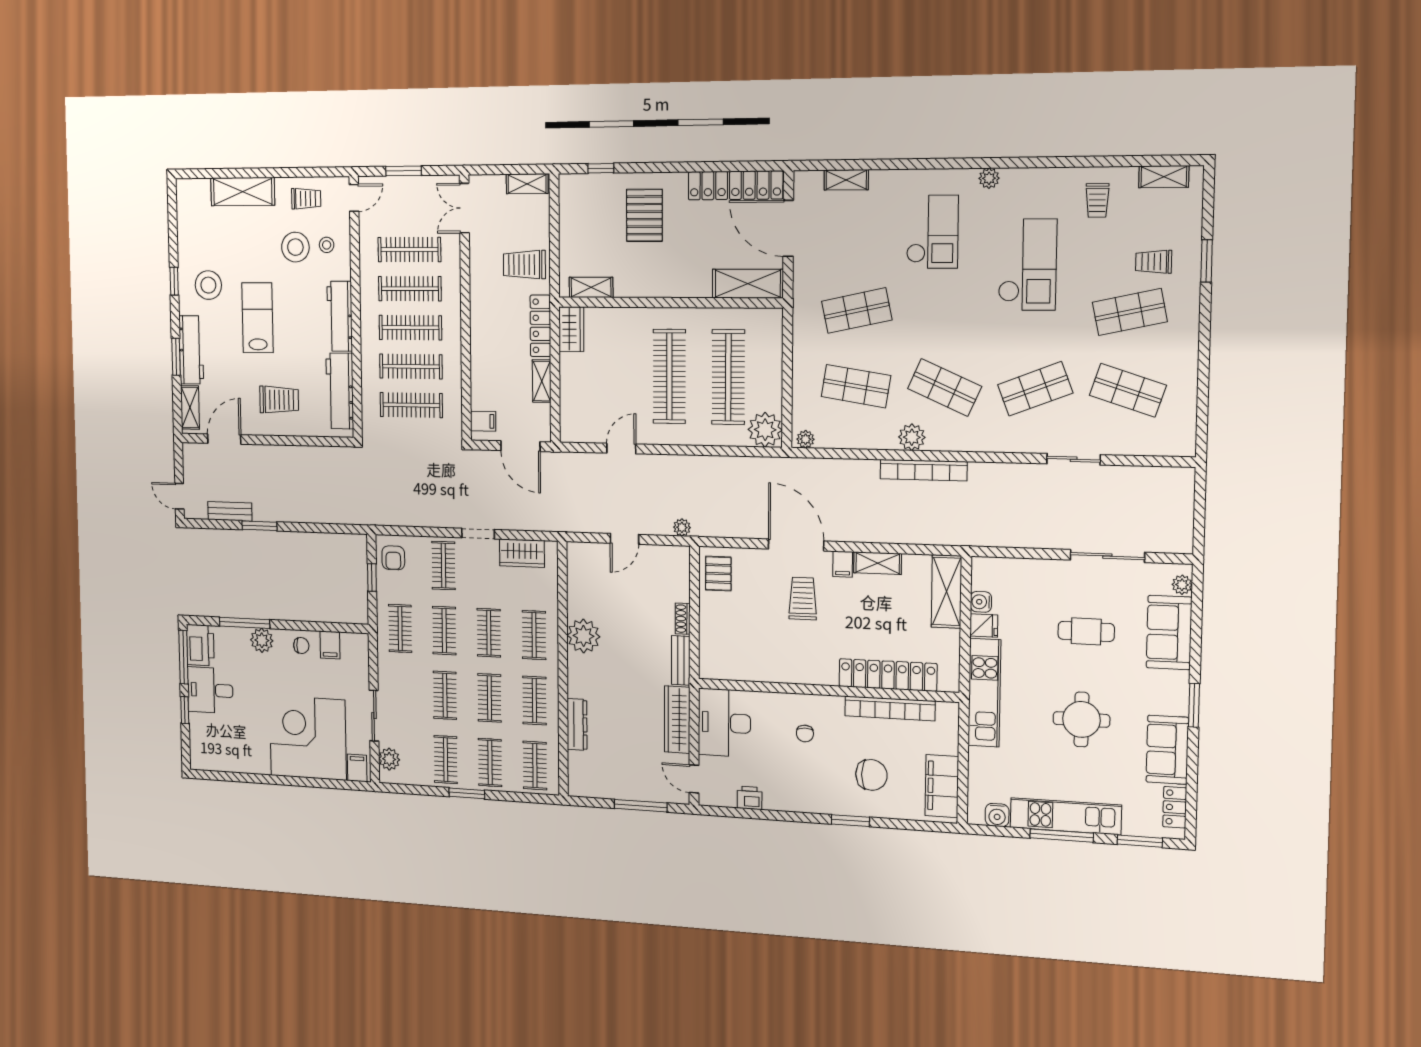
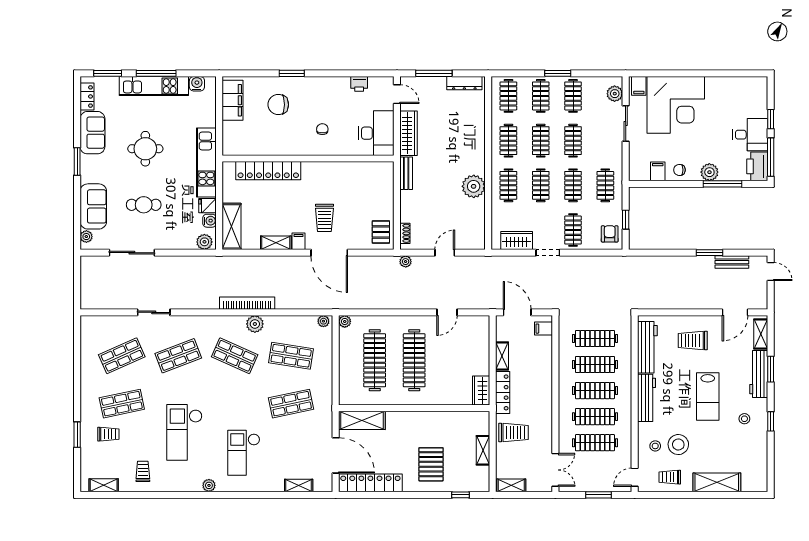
stool: (208, 285) -> (744, 419), width x0.53, depth x0.53
shelving: (591, 287) -> (483, 450), moved, turned 90
shop shelf: (1128, 390) -> (122, 356), turned -42
plant: (765, 430) -> (345, 321), width x0.53, depth x0.53
plant: (990, 569) -> (204, 242), added
shoe rack: (683, 619) -> (405, 233), moved
bookcase: (890, 708) -> (267, 149), removed
dresser: (577, 724) -> (464, 83), moved, turned -90

